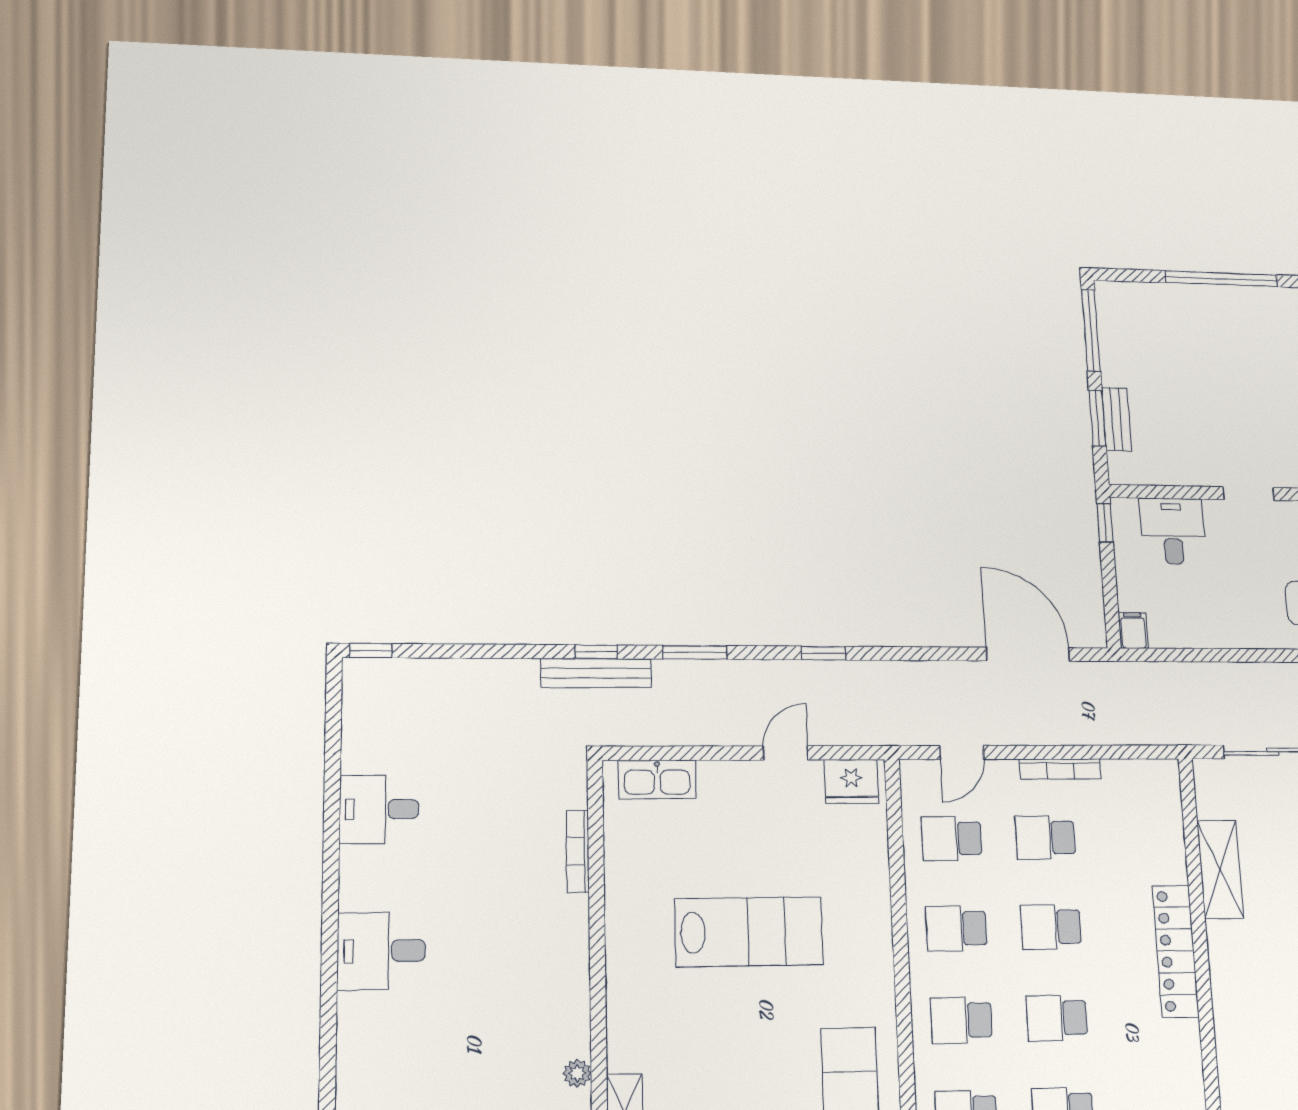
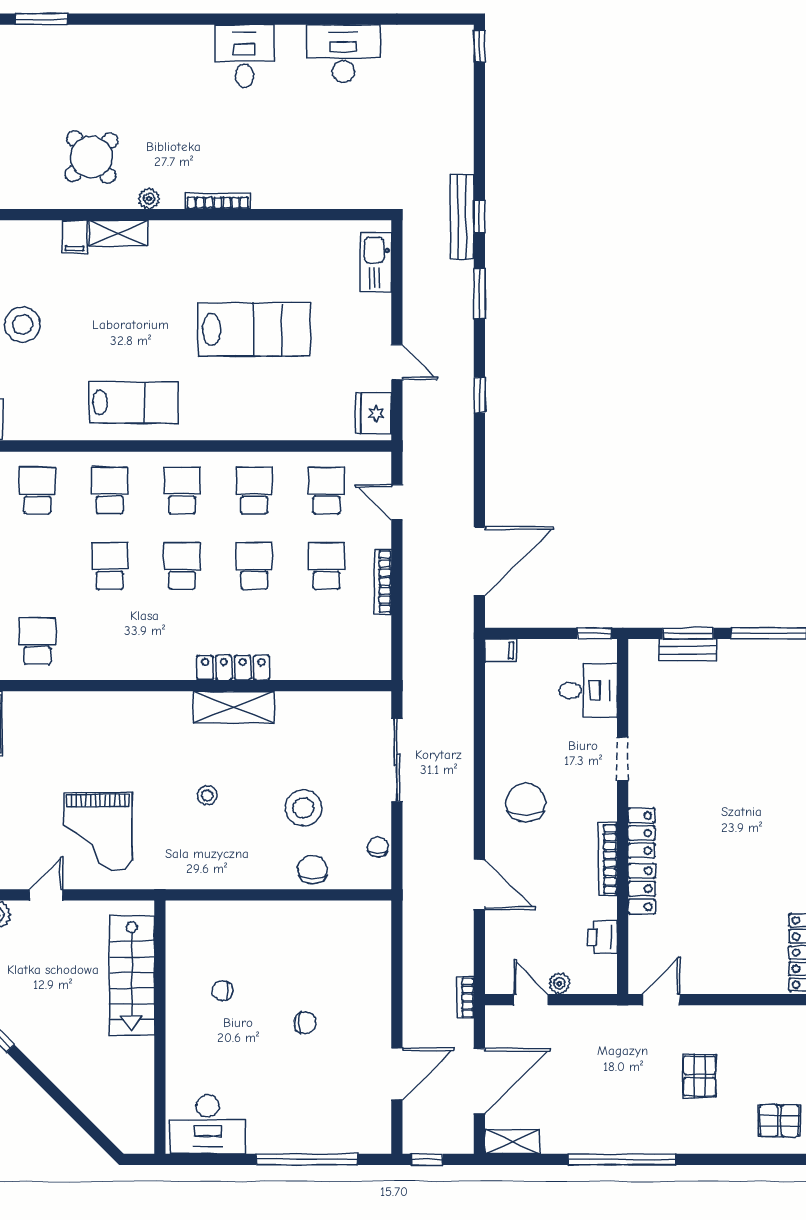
desk: (379, 809) -> (343, 53), width x1.37
bookcase: (578, 851) -> (218, 201), moved
shelving: (1220, 869) -> (234, 707), moved
lab bench: (749, 932) -> (254, 329), turned -90
locker: (1175, 951) -> (233, 668), width x0.71, depth x0.83

